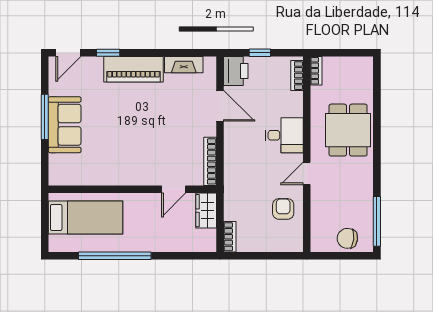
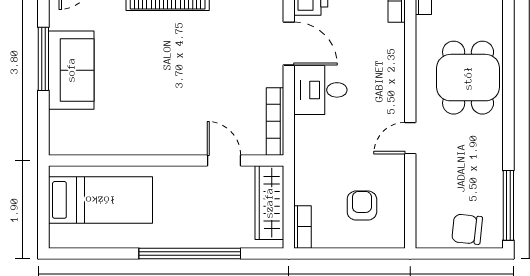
desk: (284, 135) -> (320, 90), moved, turned 180
door: (174, 189) -> (224, 160), swing flipped
armchair: (283, 209) -> (362, 206), moved
wardrobe: (206, 211) -> (269, 203), width x1.50
window: (115, 256) -> (190, 253), moved

